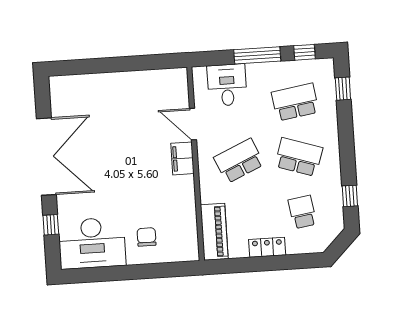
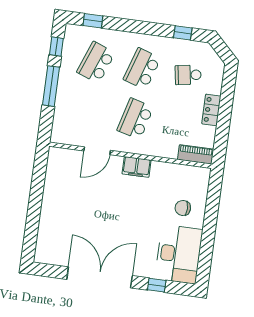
desk: (227, 85) -> (70, 116), removed
school desk: (295, 102) -> (96, 62), turned 30
filing cabinet: (182, 158) -> (137, 167), moved
school desk: (239, 161) -> (135, 119), turned 39
piano: (214, 232) -> (196, 154), width x0.73, depth x0.75

